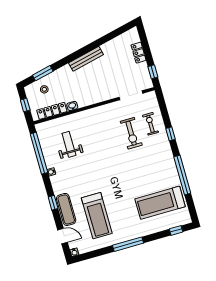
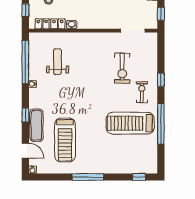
exercise bike: (150, 124) -> (142, 92), moved
treadmill: (160, 203) -> (130, 123), moved

